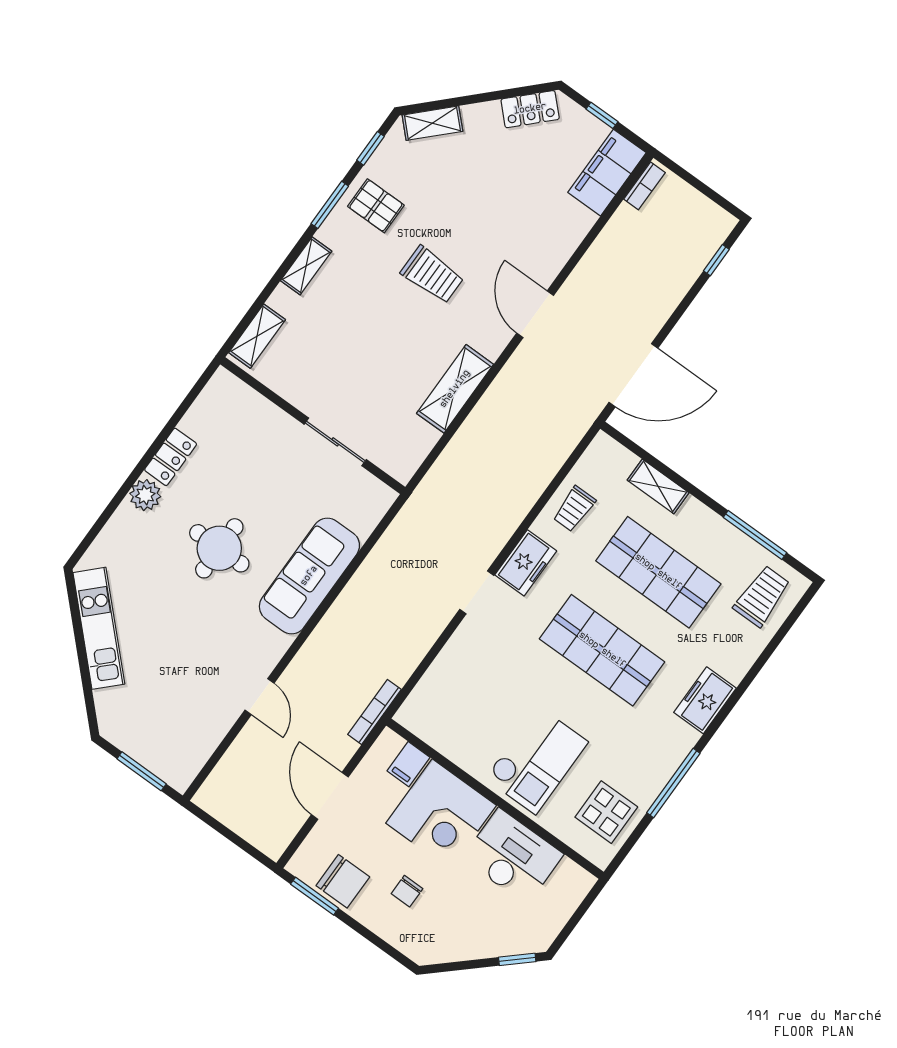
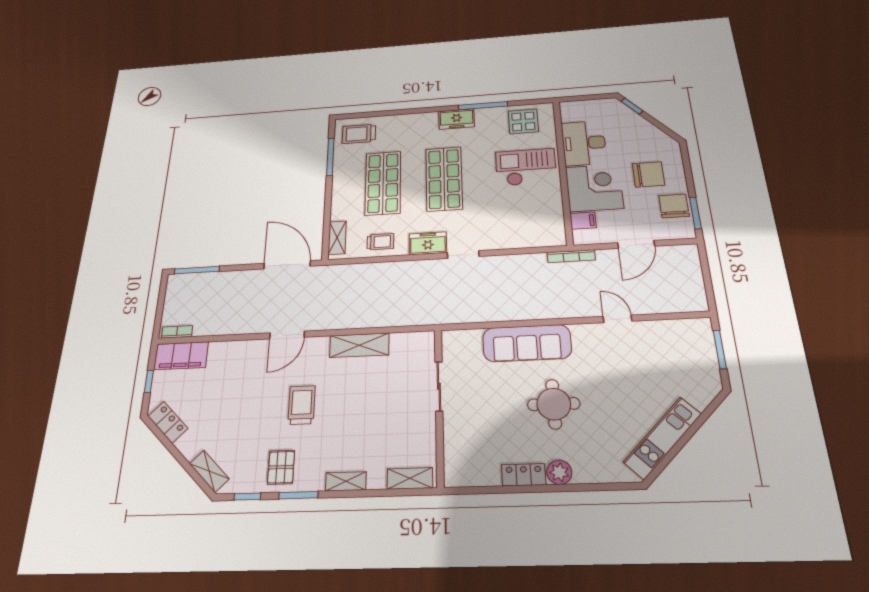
window: (716, 260) -> (197, 270), width x2.17
shelving: (658, 486) -> (337, 238), moved
door: (259, 697) -> (617, 319), hinge flipped
freezer: (705, 700) -> (457, 119), moved
chair: (407, 891) -> (648, 174), width x1.87, depth x1.87

